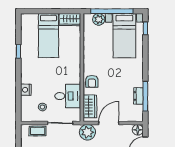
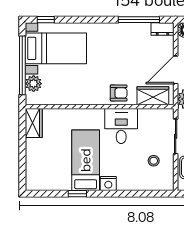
bed: (48, 36) -> (86, 160), moved, turned -90
nightstand: (26, 90) -> (108, 183), moved
desk: (68, 96) -> (121, 126), moved
dresser: (138, 96) -> (162, 29), moved
door: (109, 123) -> (176, 70), hinge flipped

